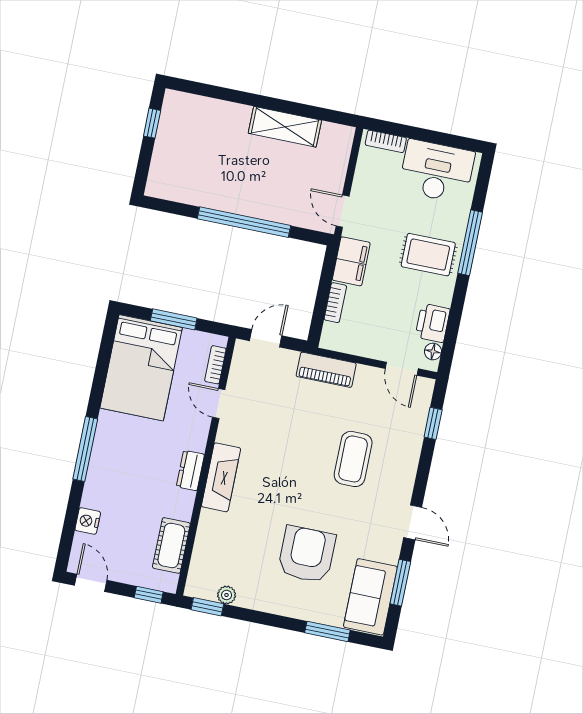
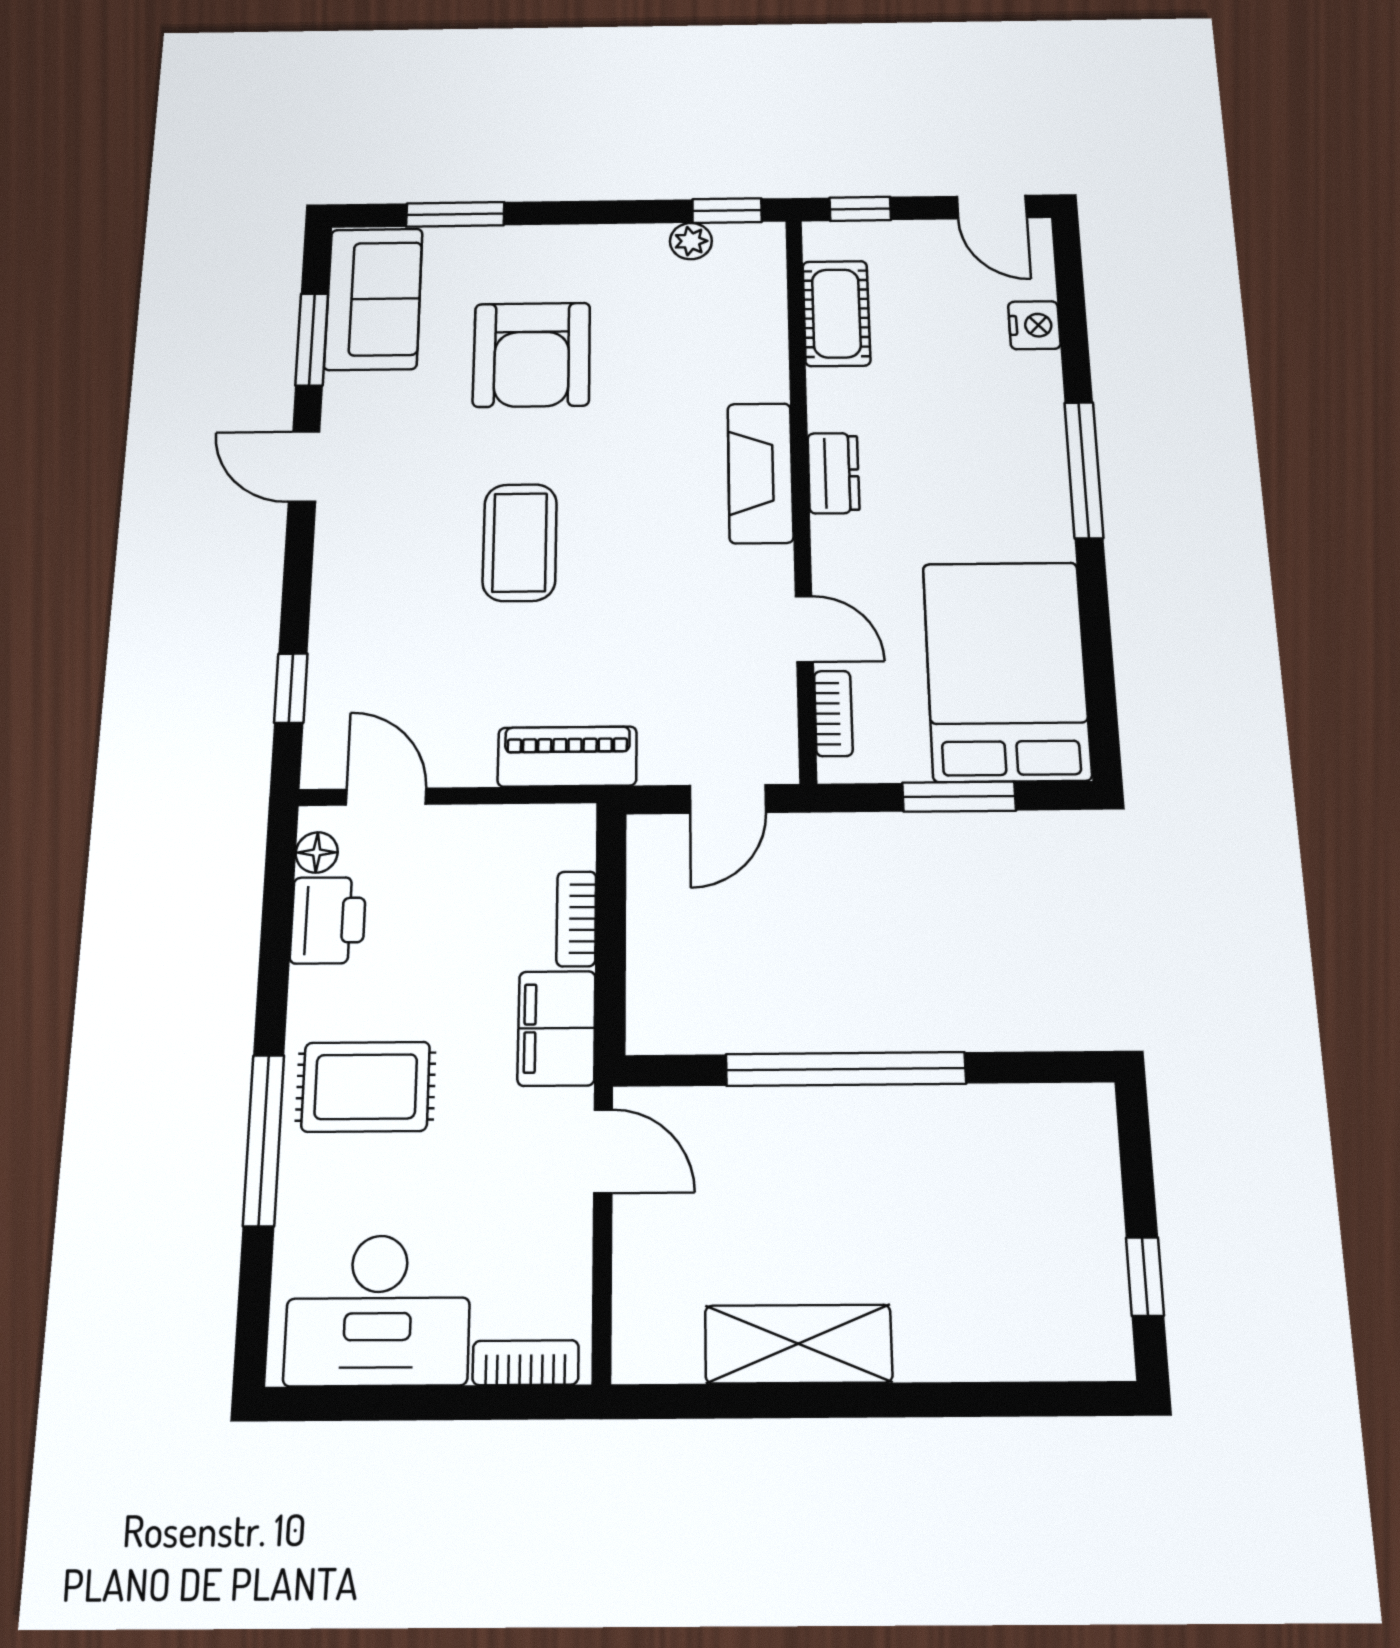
coffee table: (353, 459) -> (520, 542), moved

